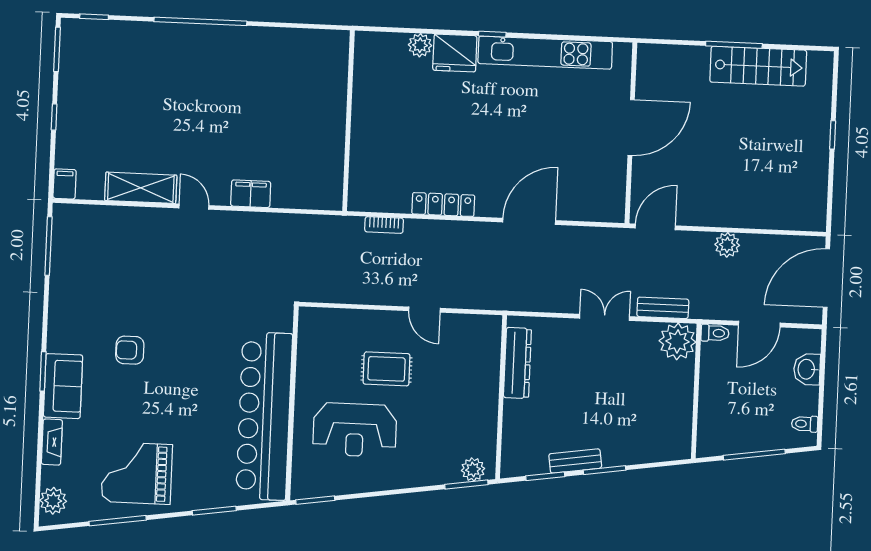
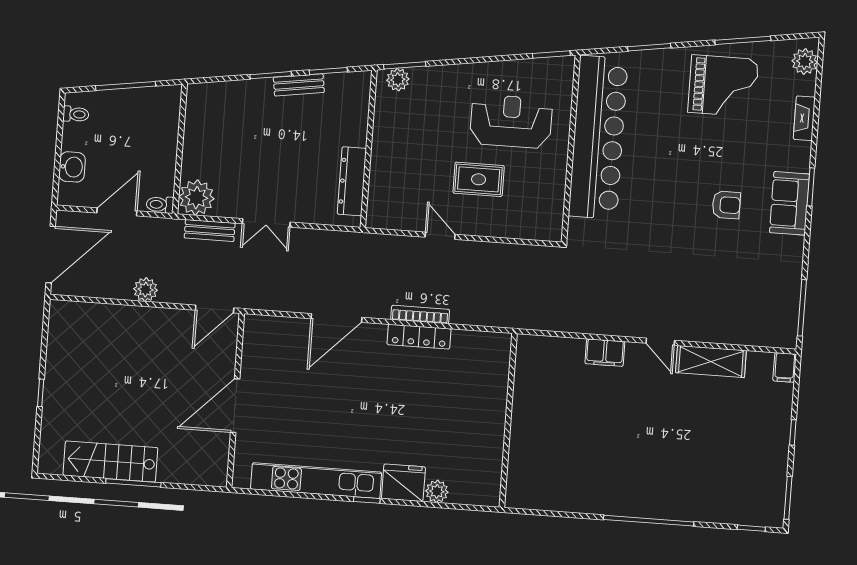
bookcase: (384, 225) -> (420, 314), moved, width x1.56
sofa: (63, 386) -> (790, 203), moved

